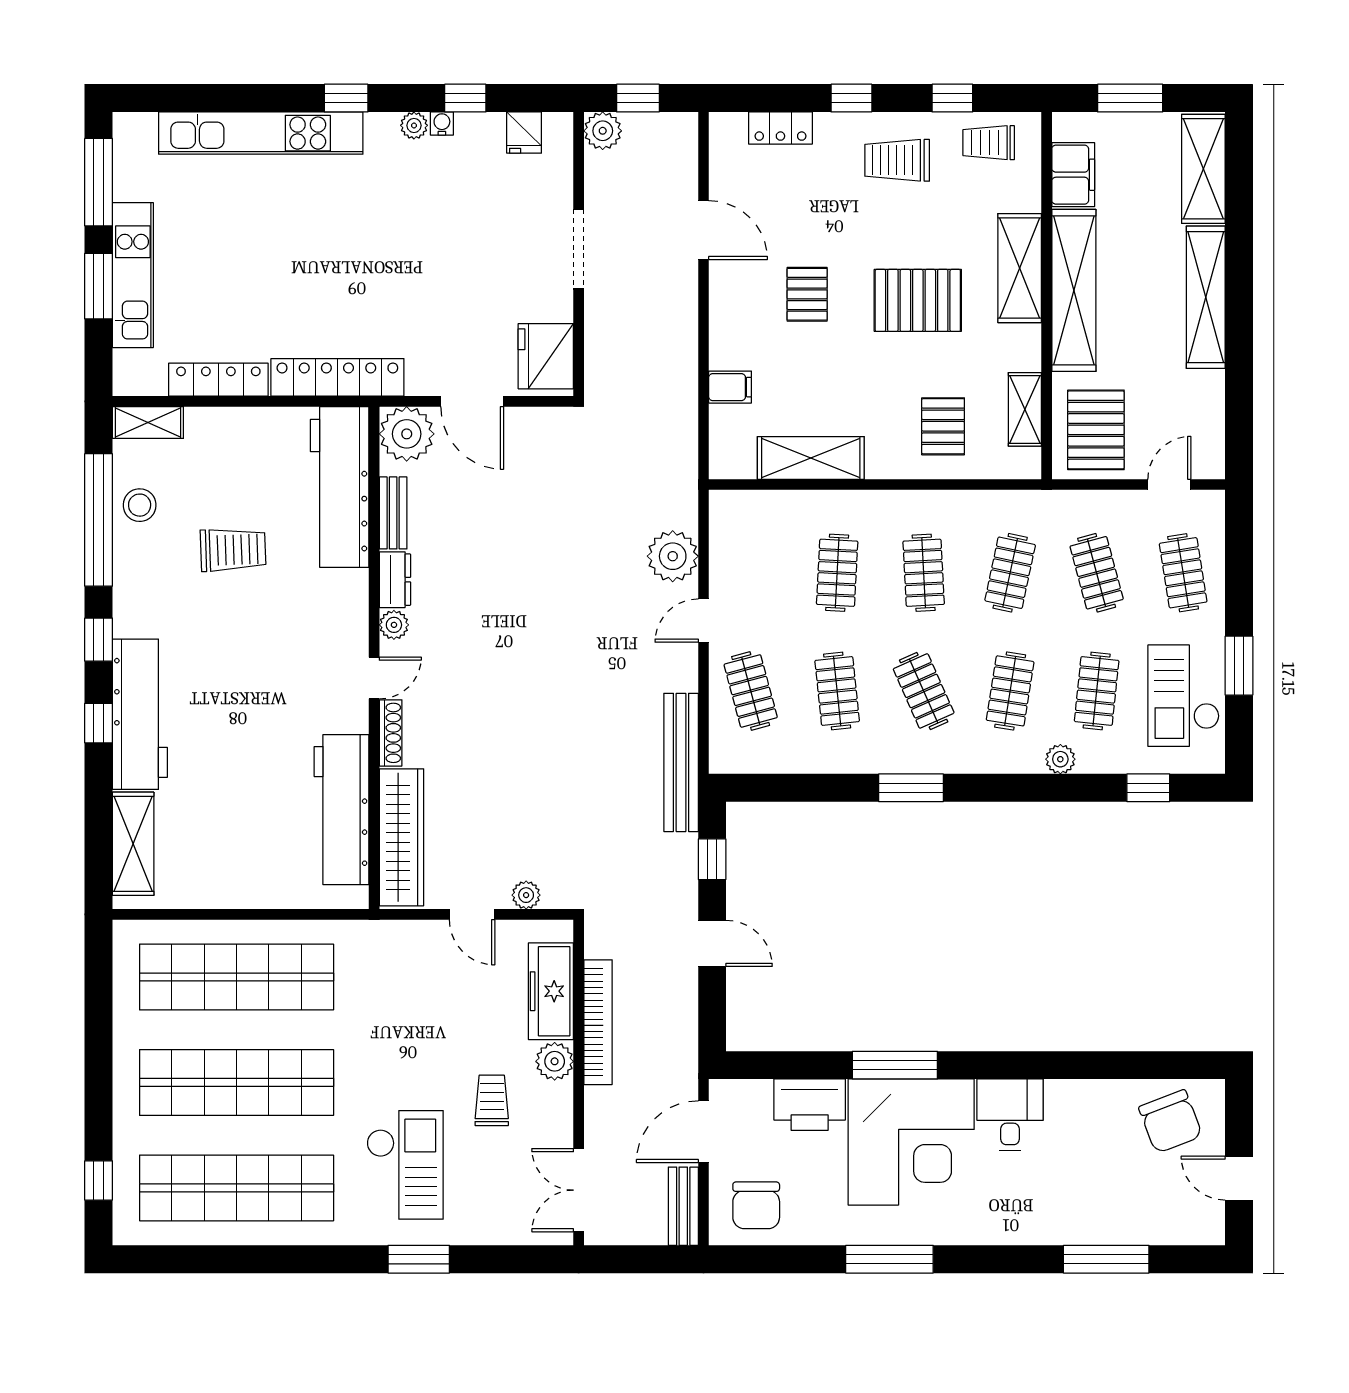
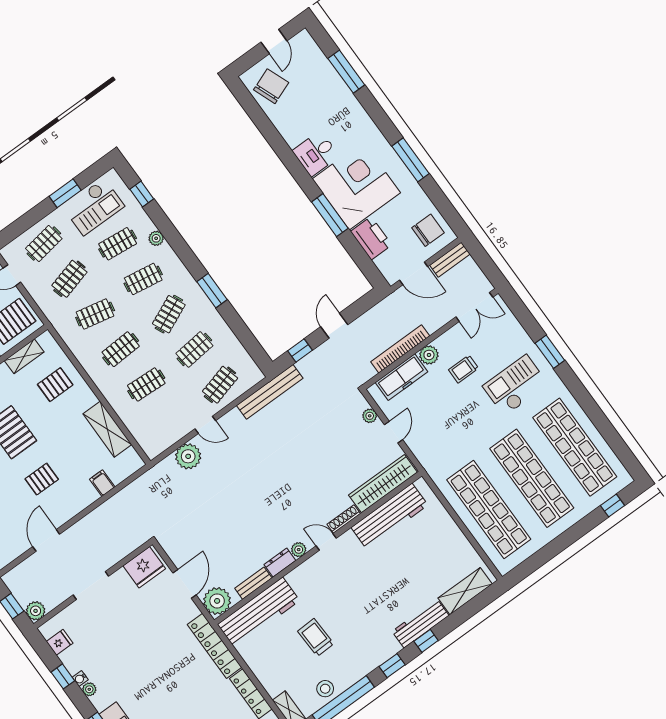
workbench: (140, 714) -> (420, 623), width x0.73, depth x0.76

